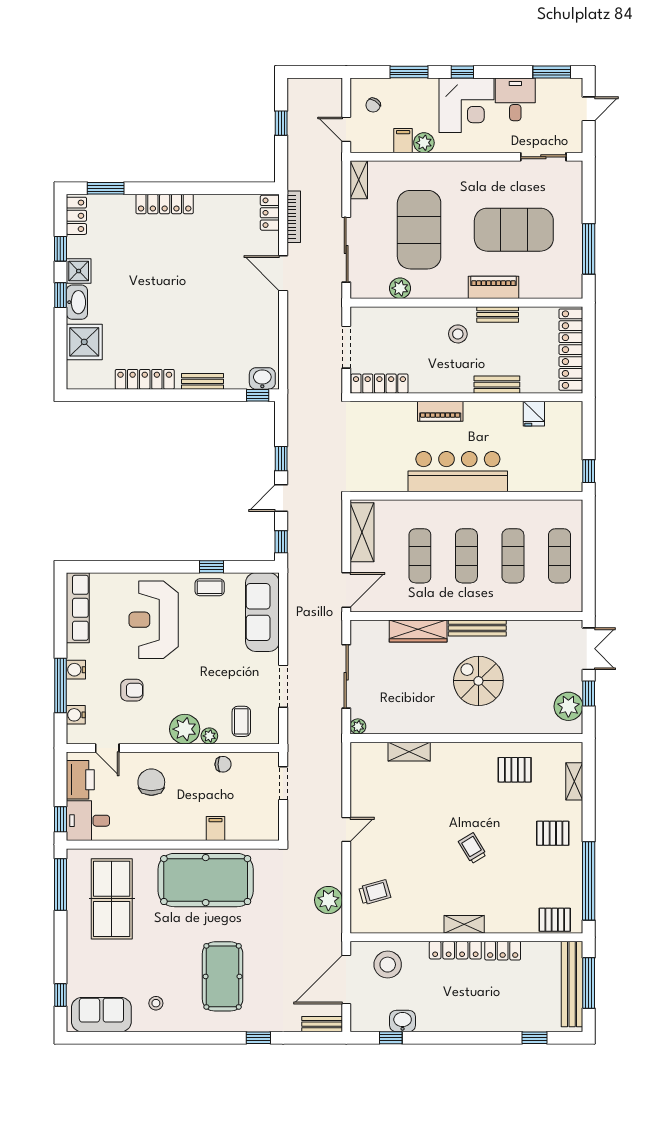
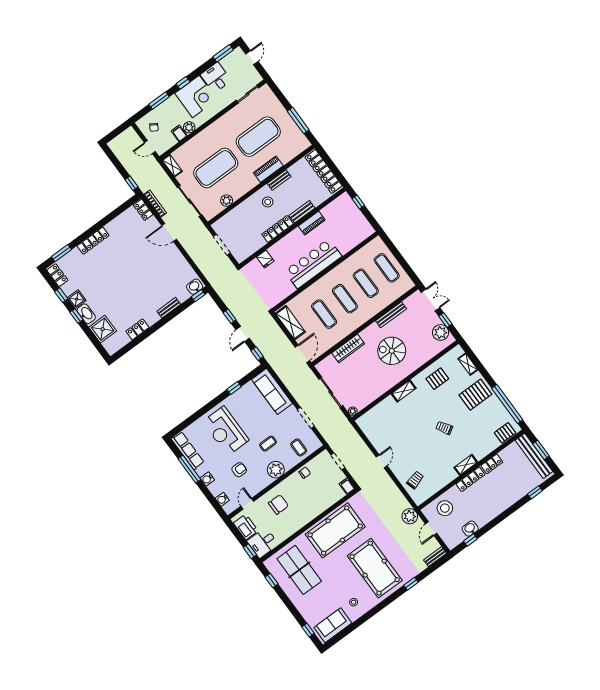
window: (281, 123) -> (131, 183), moved
exercise mat: (419, 230) -> (216, 168), turned 90
locker: (145, 379) -> (137, 329), width x0.66
locker: (379, 384) -> (278, 229), moved
piano: (440, 411) -> (312, 223), moved
fridge: (534, 414) -> (265, 259), moved
window: (589, 471) -> (358, 202), moved
coffee table: (210, 587) -> (268, 444), moved
bench: (477, 628) -> (391, 315), moved
window: (60, 686) -> (189, 469), moved
plant: (209, 736) -> (289, 465), removed
door: (107, 748) -> (247, 504), swing flipped
shelving: (409, 752) -> (404, 391), moved
chair: (151, 782) -> (278, 504), turned 90
filing cabinet: (215, 829) -> (347, 486), moved
pallet: (553, 833) -> (475, 395), width x1.50, depth x1.42
window: (60, 885) -> (271, 581), width x0.46
plant: (328, 900) -> (410, 516), moved
pool table: (223, 976) -> (375, 568), width x1.36, depth x1.32
door: (346, 979) -> (431, 529), width x0.53
window: (589, 983) -> (541, 450), width x0.69

